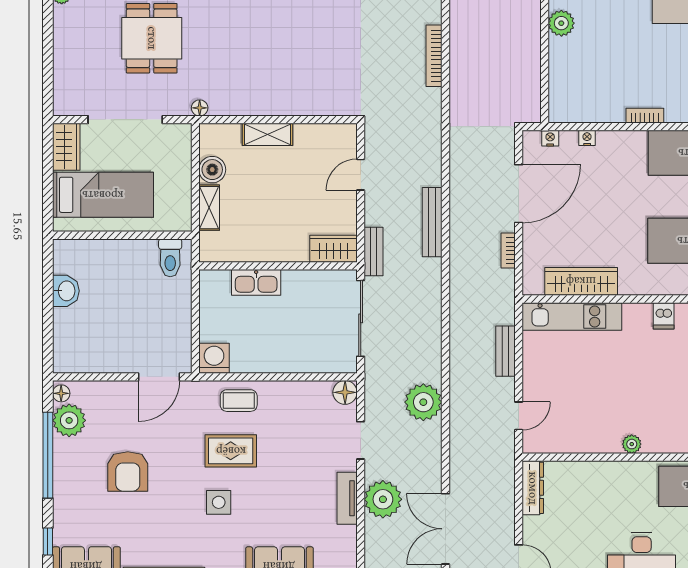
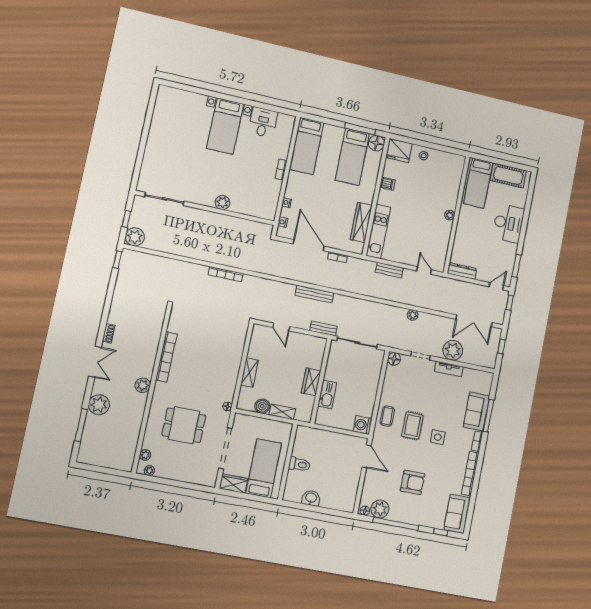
wardrobe: (333, 249) -> (311, 382), moved
toilet: (170, 258) -> (299, 464), moved
plant: (423, 402) -> (413, 315), width x0.53, depth x0.53

